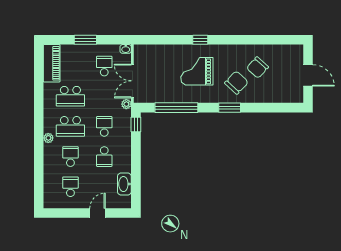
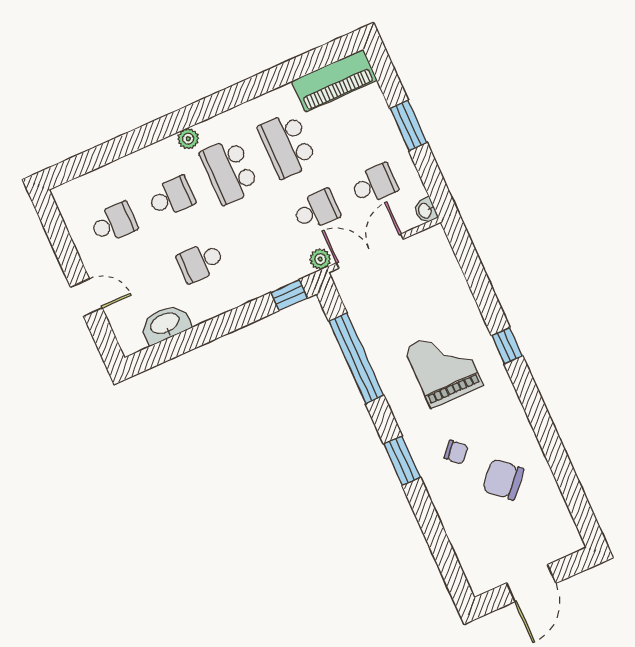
chair: (236, 83) -> (456, 452), width x0.54, depth x0.54
school desk: (104, 126) -> (316, 210), moved

